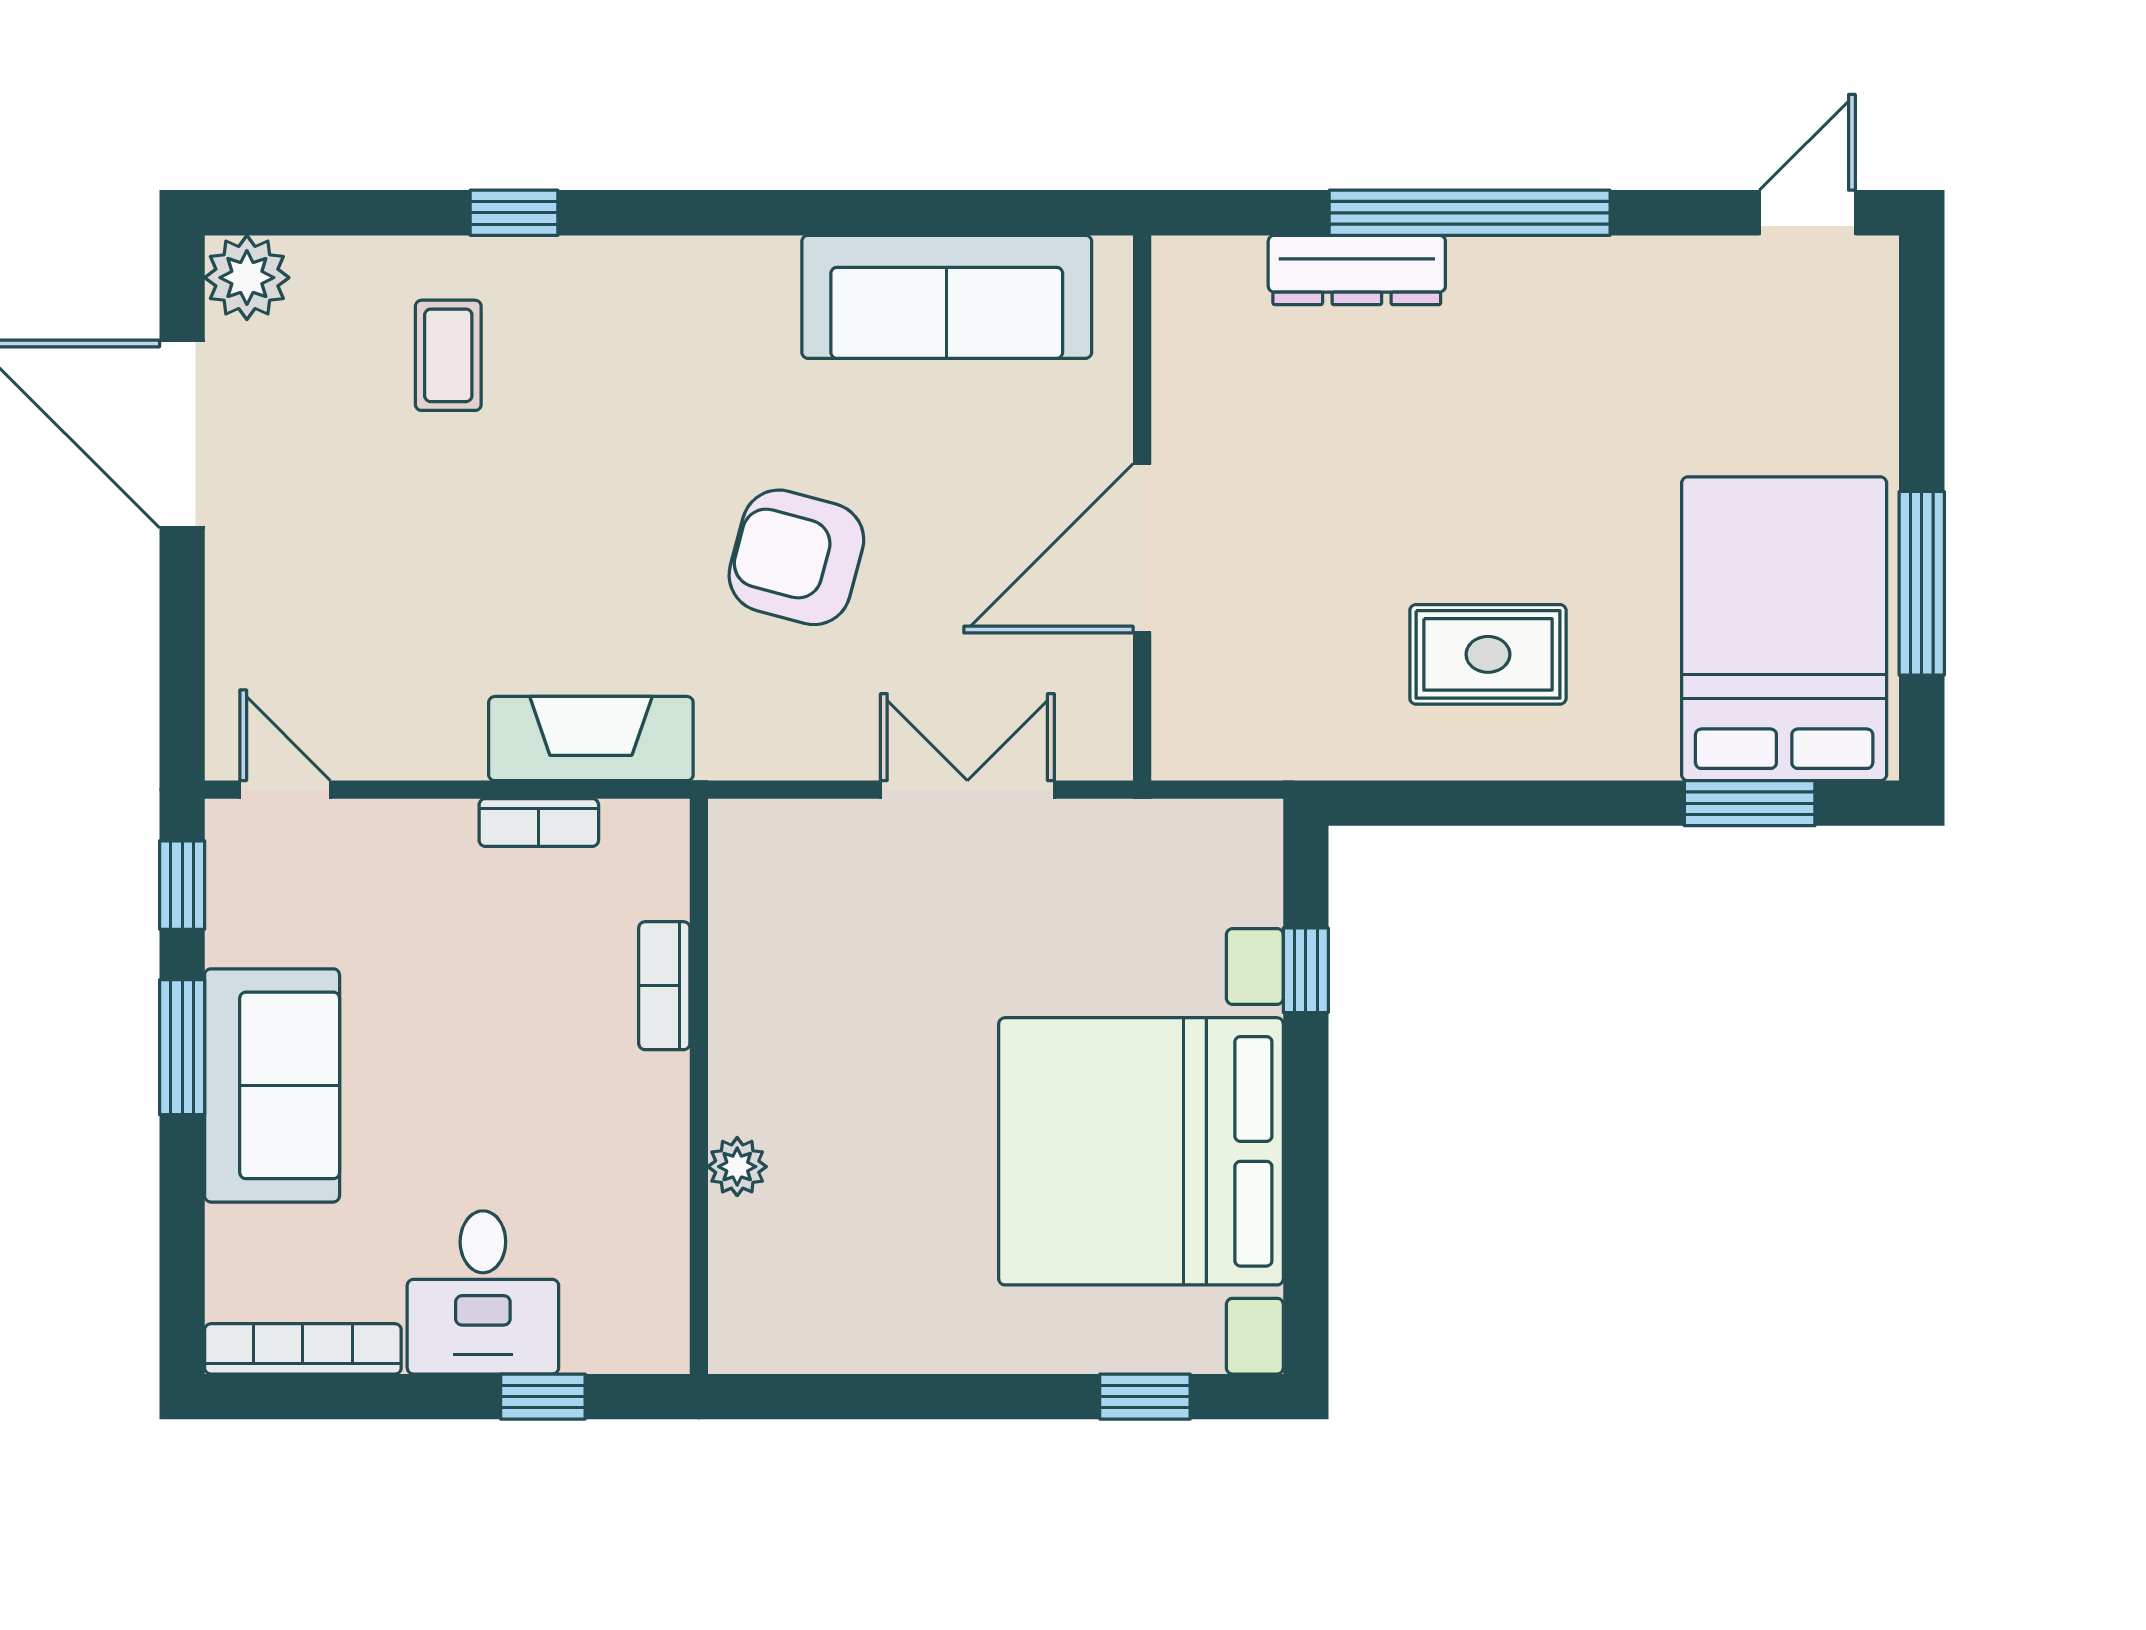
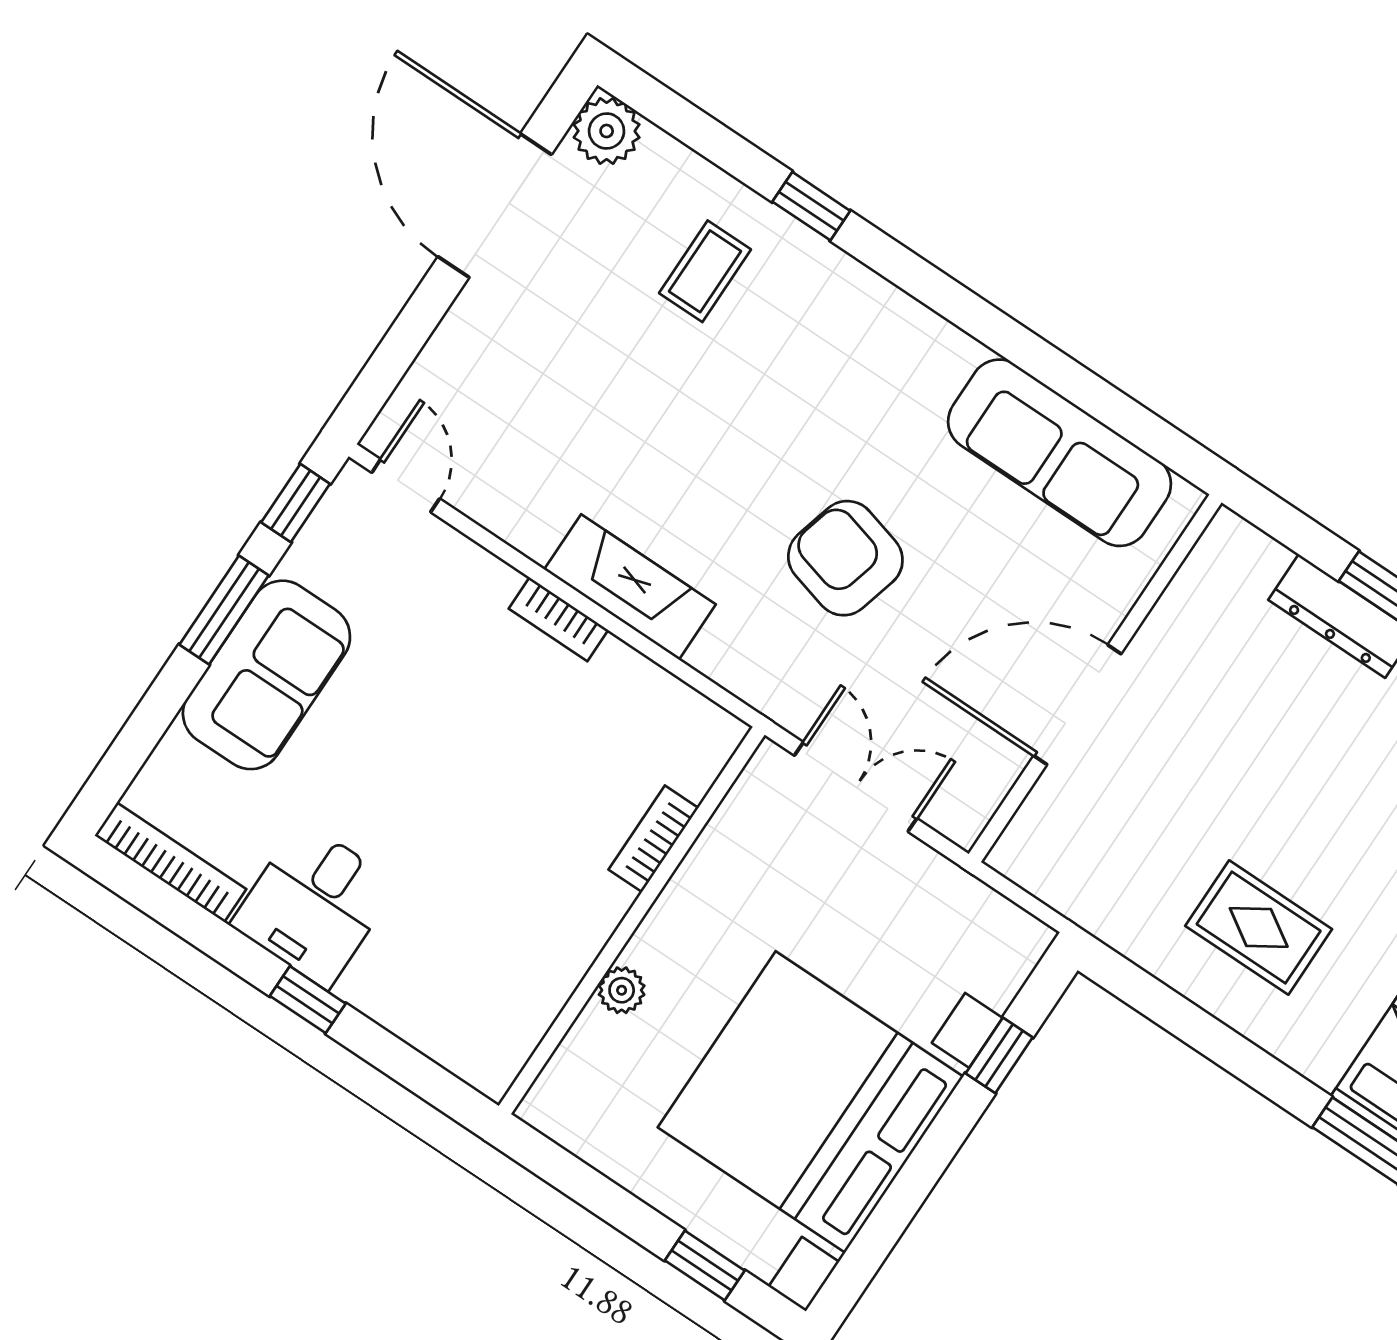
bookcase: (664, 986) -> (653, 839), moved
wall: (699, 1086) -> (632, 920), moved
plant: (737, 1167) -> (622, 990), moved

